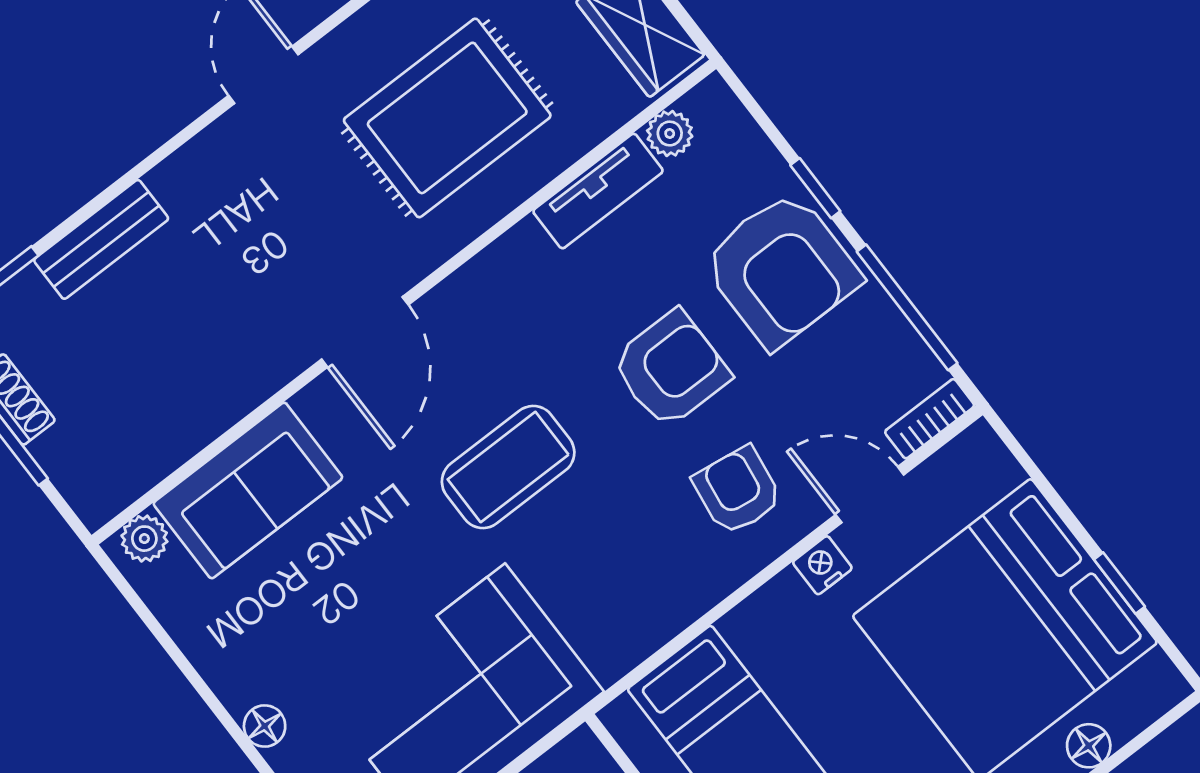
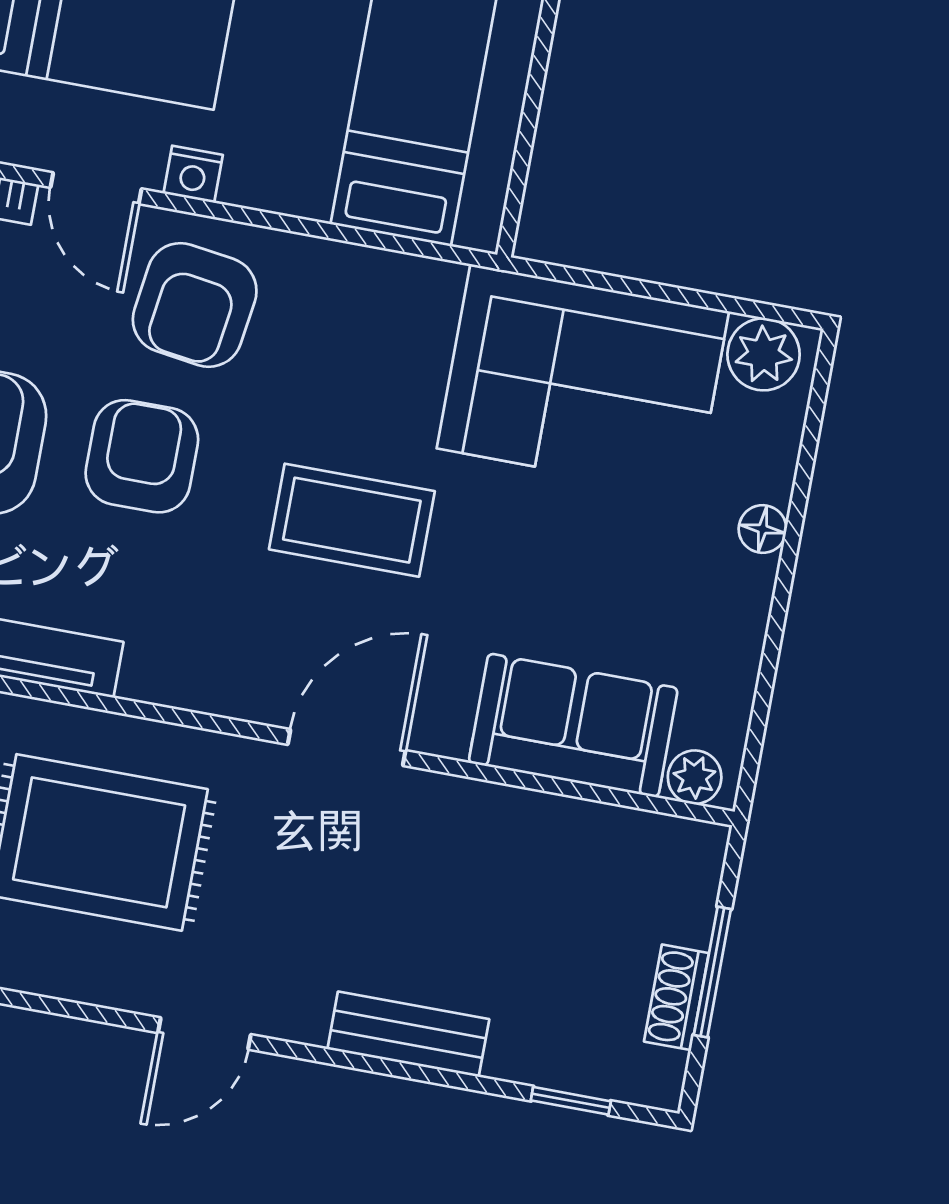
bench: (101, 239) -> (408, 1034), moved
armchair: (671, 369) -> (142, 456), turned 90
armchair: (737, 491) -> (195, 305), width x1.38, depth x1.38

